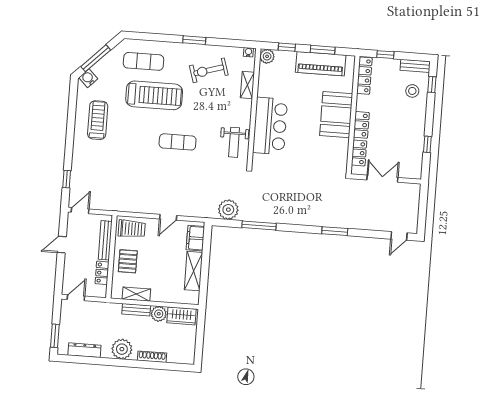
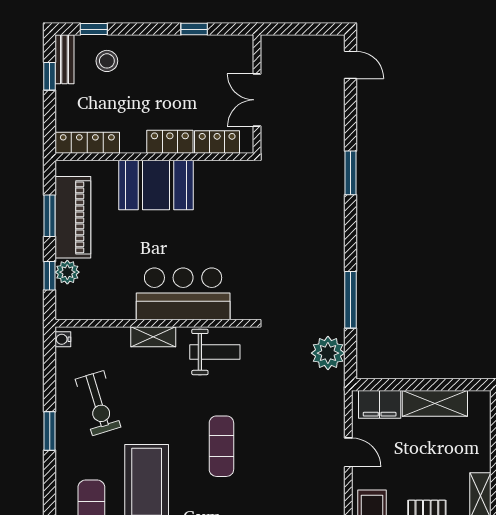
window: (385, 55) -> (50, 76), moved
plant: (267, 56) -> (67, 272), moved
shelving: (247, 85) -> (153, 337), moved

